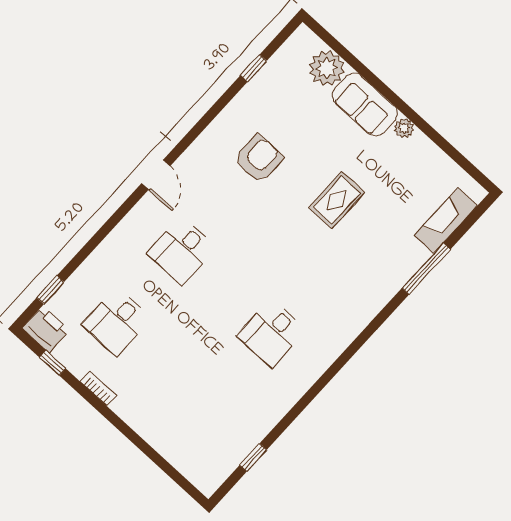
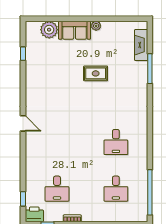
armchair: (259, 159) -> (54, 84), removed
rug: (337, 200) -> (96, 73), turned 90
desk: (182, 251) -> (116, 189), moved
window: (253, 458) -> (150, 192), width x3.17

